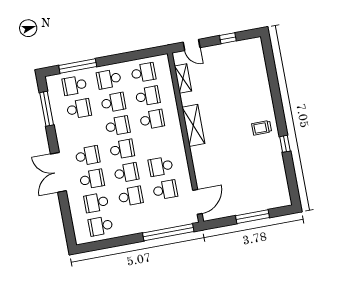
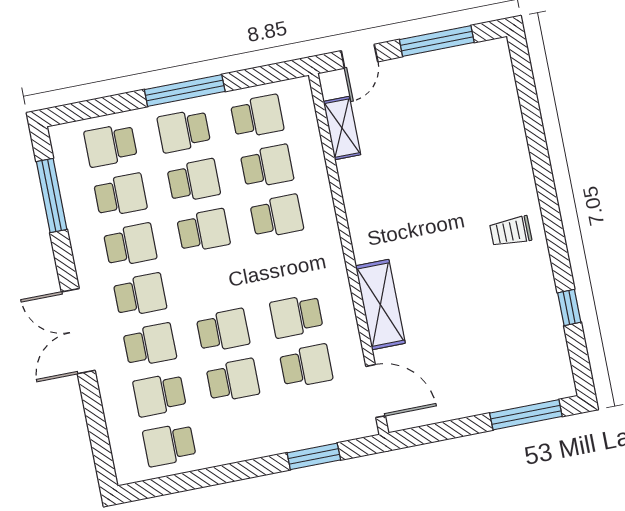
window: (228, 38) -> (437, 41), width x2.17
door: (192, 45) -> (359, 56), hinge flipped
window: (78, 66) -> (185, 91), moved
shelving: (193, 125) -> (380, 305), moved
window: (285, 144) -> (569, 308), moved
school desk: (122, 149) -> (130, 245), moved
door: (197, 202) -> (376, 391), hinge flipped
window: (253, 217) -> (526, 415), moved
window: (168, 232) -> (314, 456), width x0.47

